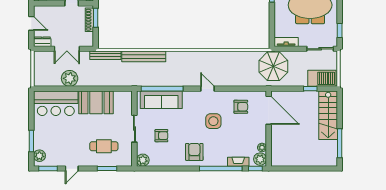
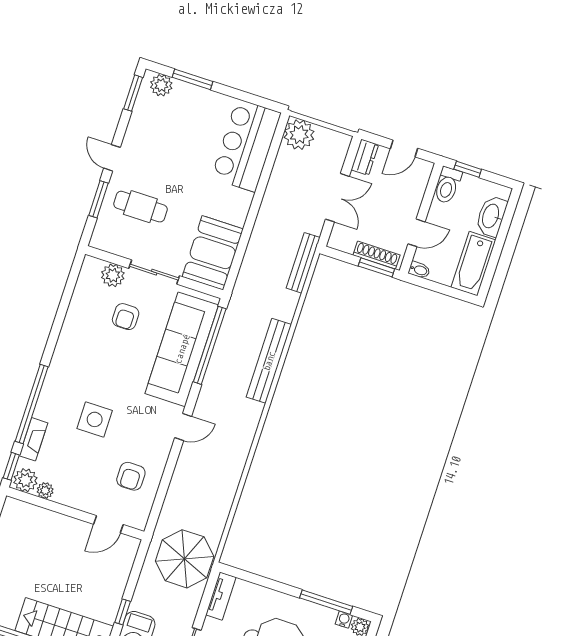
double door: (67, 49) -> (337, 198), swing flipped
bench: (144, 56) -> (269, 361), moved
plant: (70, 78) -> (299, 135), moved
sofa: (161, 100) -> (182, 349), width x1.36, depth x1.27
booth: (96, 102) -> (213, 253), moved
door: (269, 110) -> (108, 524), width x0.53
side table: (213, 121) -> (95, 419), moved
cafe table: (104, 146) -> (140, 207), turned 90
armchair: (194, 152) -> (77, 366), removed
plant: (143, 160) -> (113, 275), moved
door: (72, 169) -> (112, 158), moved

